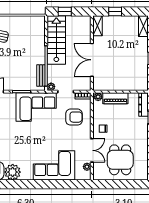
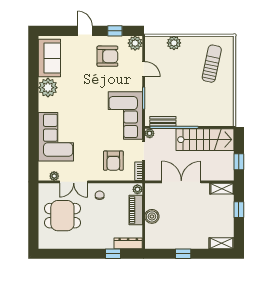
window: (65, 12) -> (239, 162), moved
boiler: (121, 85) -> (152, 216), added

